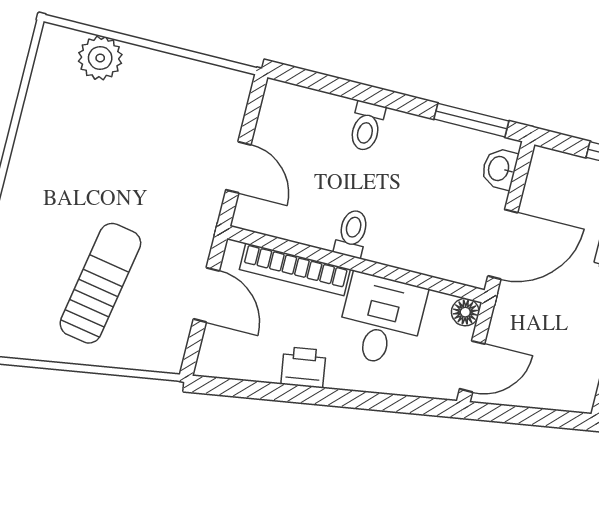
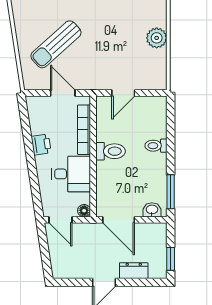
plant: (100, 58) -> (157, 38), moved
toilet: (352, 233) -> (111, 151), width x1.37, depth x1.39
sun lounger: (100, 283) -> (56, 44), turned 128
door: (206, 295) -> (63, 93), swing flipped

